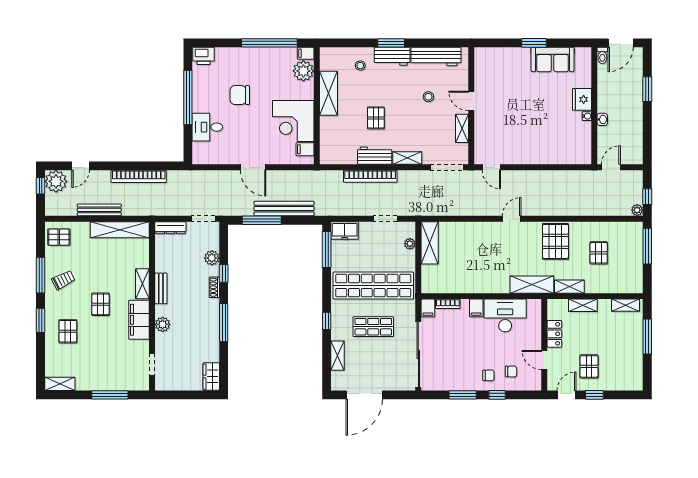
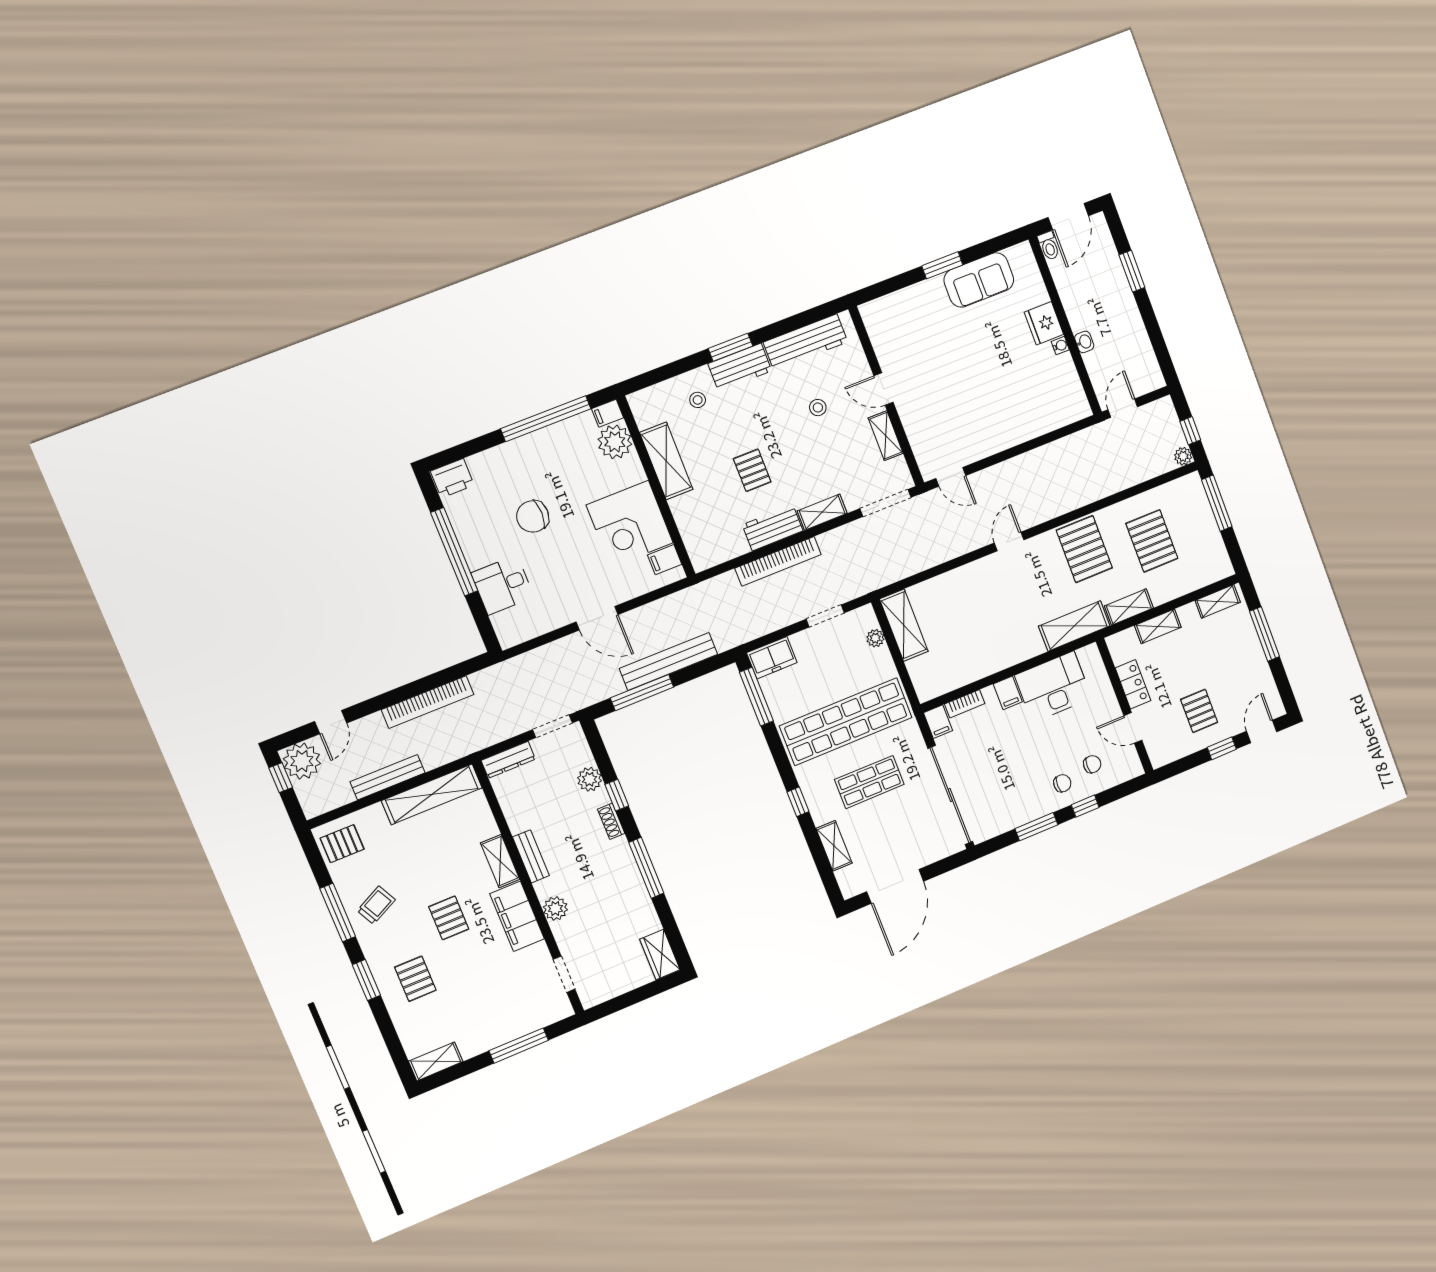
pallet: (599, 253) -> (1152, 541), width x1.50, depth x1.42
door: (567, 395) -> (1262, 731), moved

